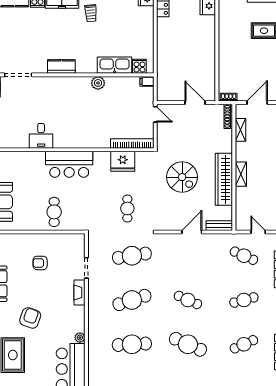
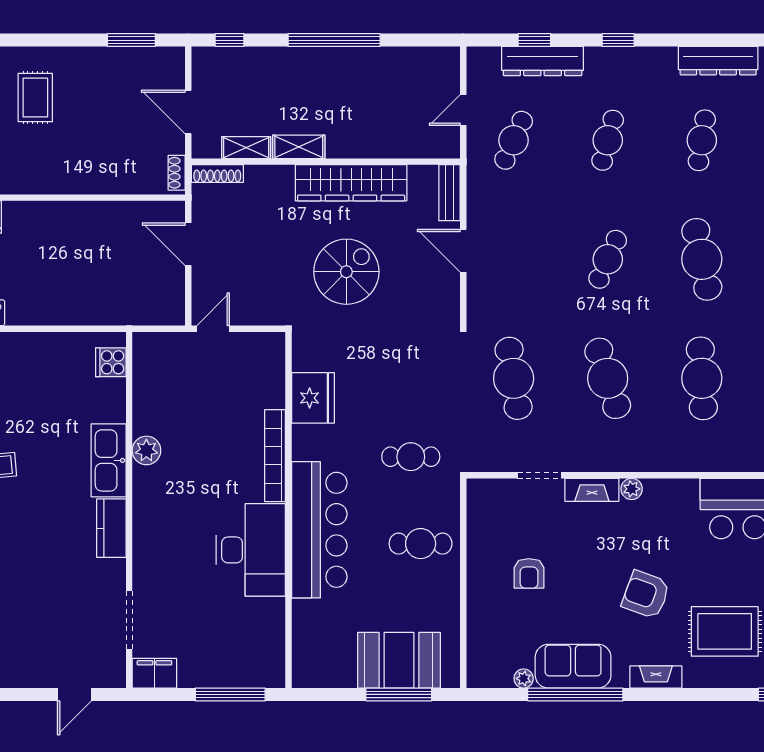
kitchen sink: (115, 65) -> (109, 460), moved
filing cabinet: (147, 81) -> (143, 346), removed
door: (195, 103) -> (188, 244), hinge flipped
desk: (41, 136) -> (251, 550), width x1.87, depth x1.30
bookcase: (132, 143) -> (275, 456), moved
bar counter: (69, 164) -> (319, 530), width x1.36
shelving: (241, 174) -> (299, 147), moved
cafe table: (127, 208) -> (411, 457), moved
cafe table: (244, 300) -> (608, 140), turned 30
plant: (80, 338) -> (632, 489), moved
cafe table: (188, 344) -> (702, 259), turned -36
cafe table: (244, 344) -> (702, 140), turned 33

